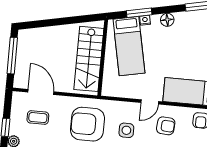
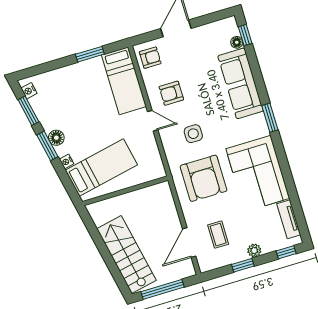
window: (139, 13) -> (47, 146), moved
stairs: (89, 59) -> (126, 255), moved, turned -102
armchair: (166, 126) -> (171, 93), turned -94

